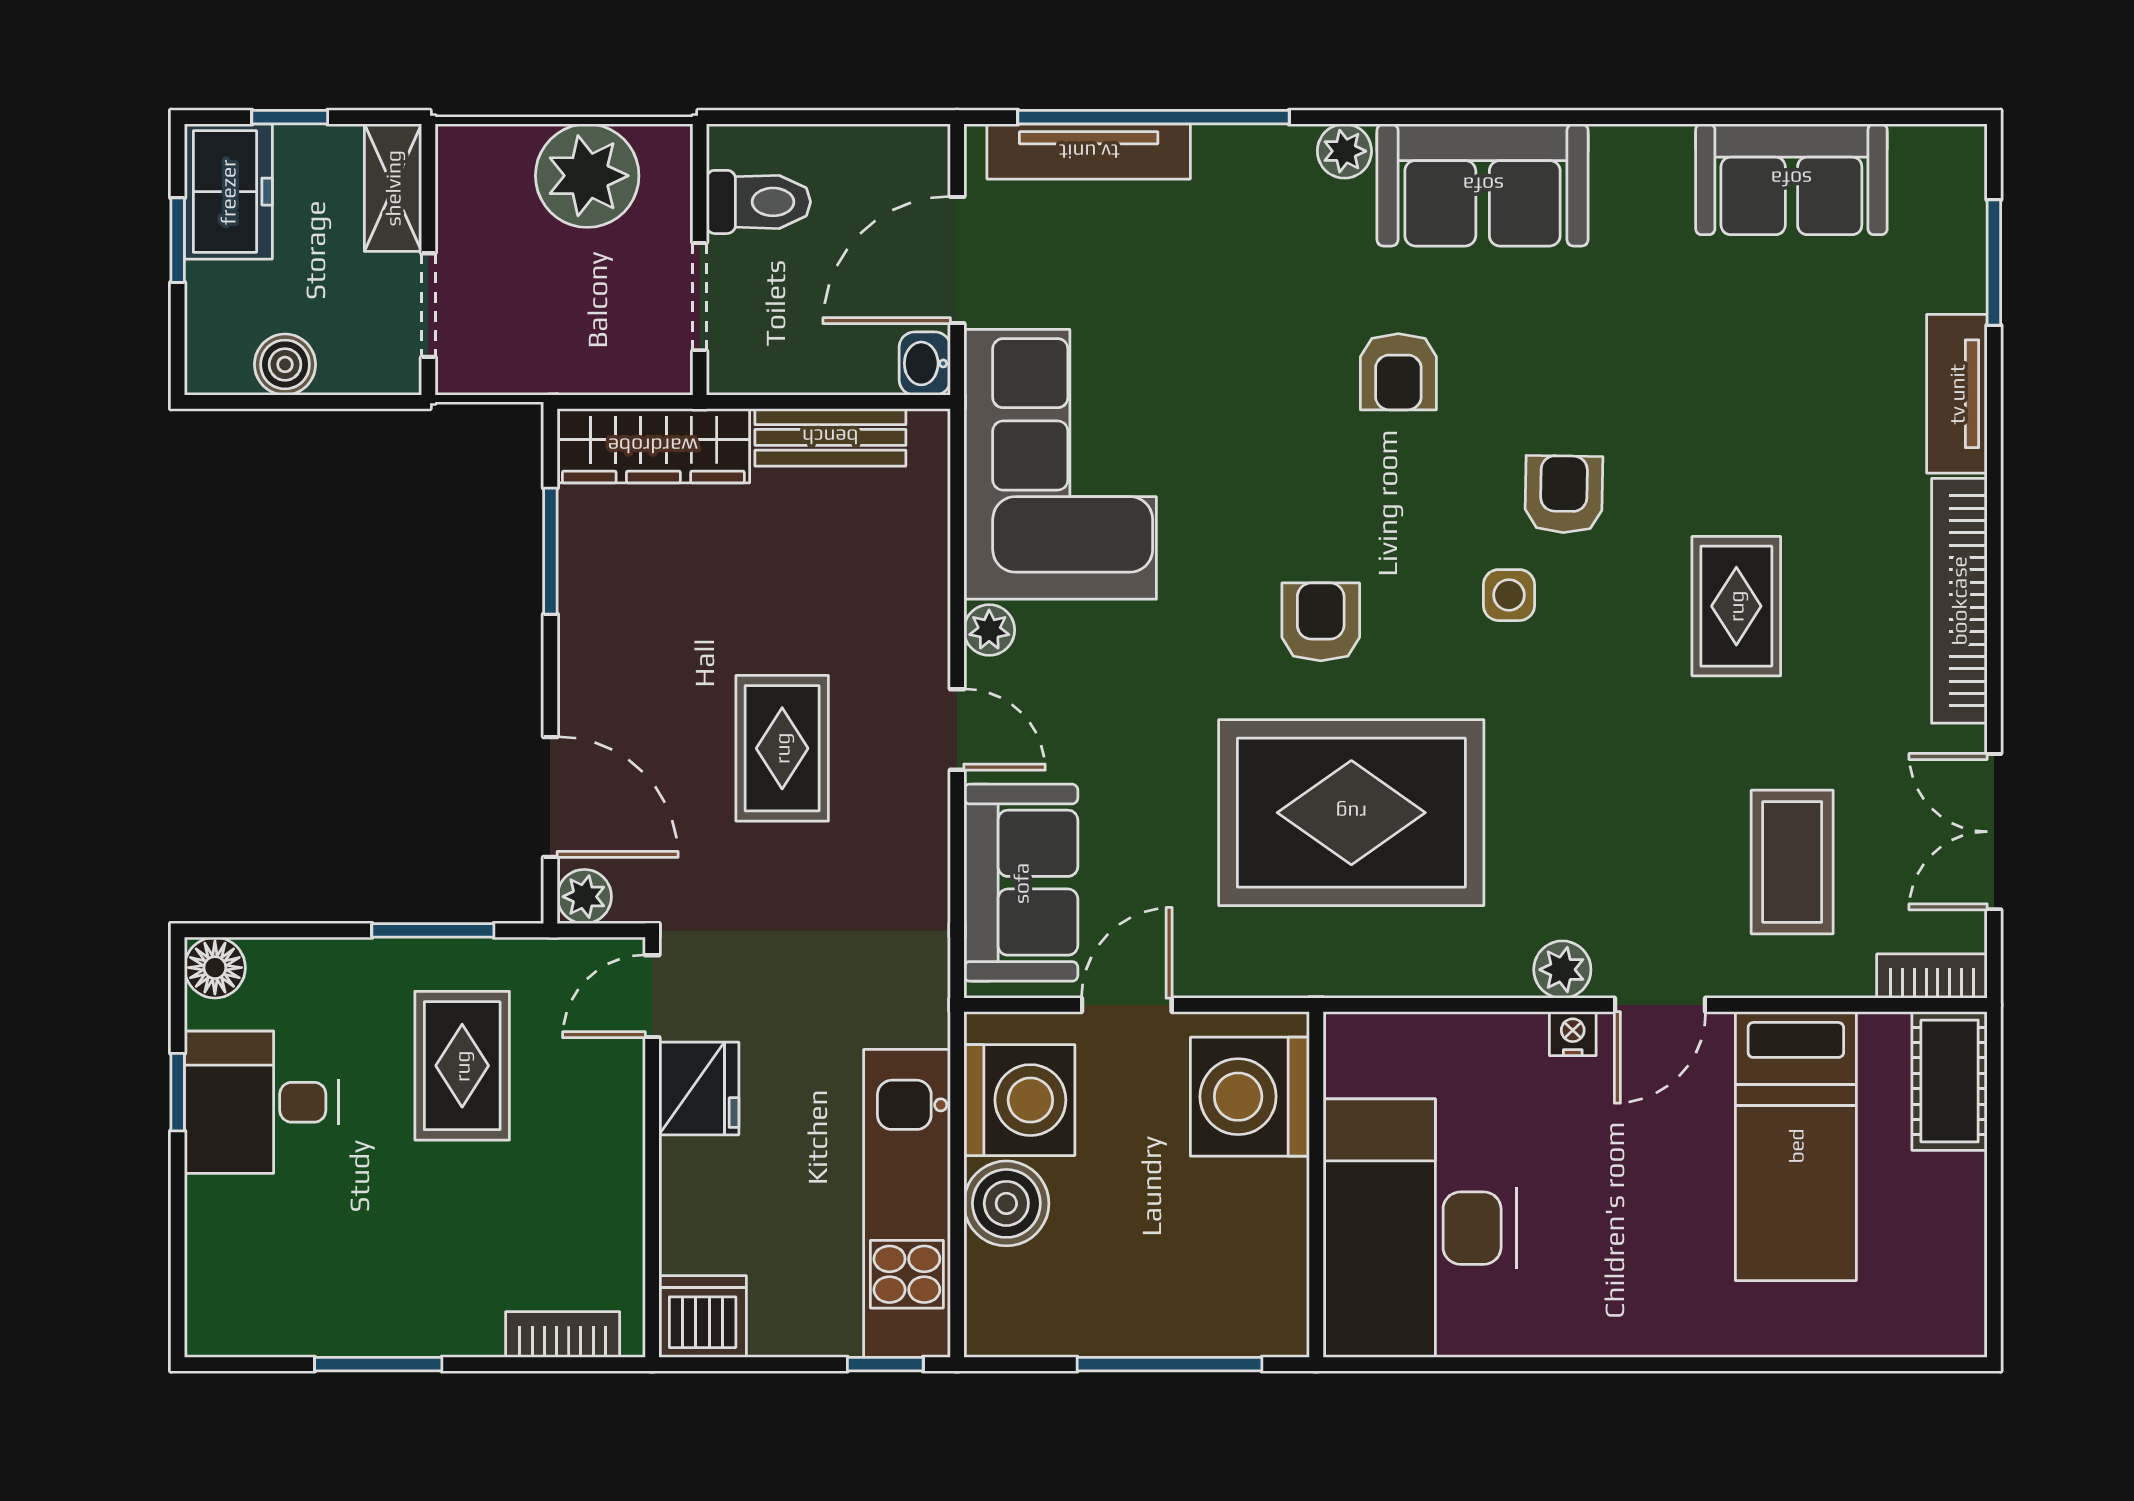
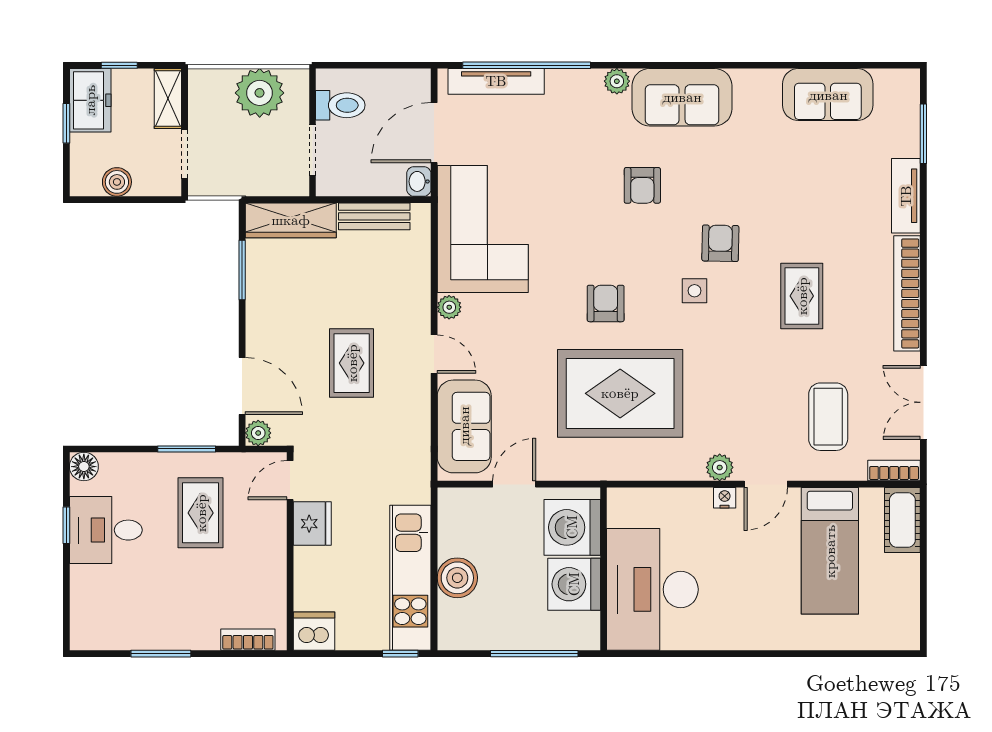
washing machine: (1019, 1100) -> (574, 584), moved, turned 180

